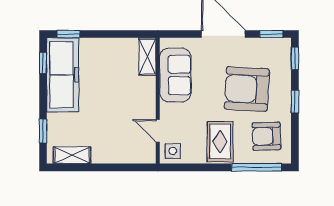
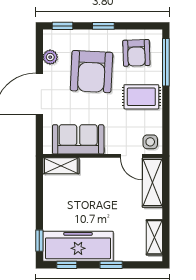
window: (271, 34) -> (39, 48), removed
plant: (262, 45) -> (50, 57), added
window: (43, 131) -> (111, 265), moved
door: (158, 131) -> (131, 156), hinge flipped
shelving: (130, 153) -> (152, 183), added

